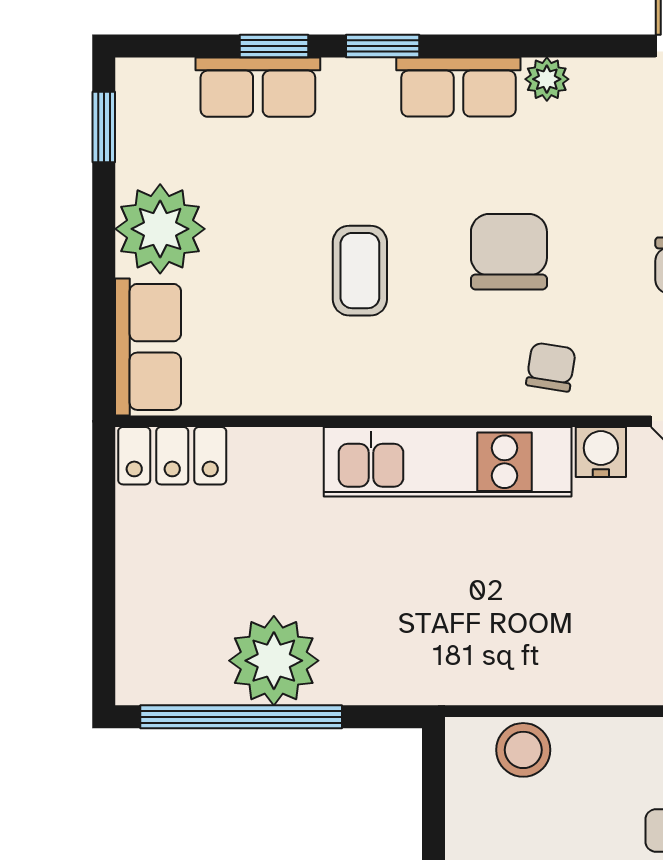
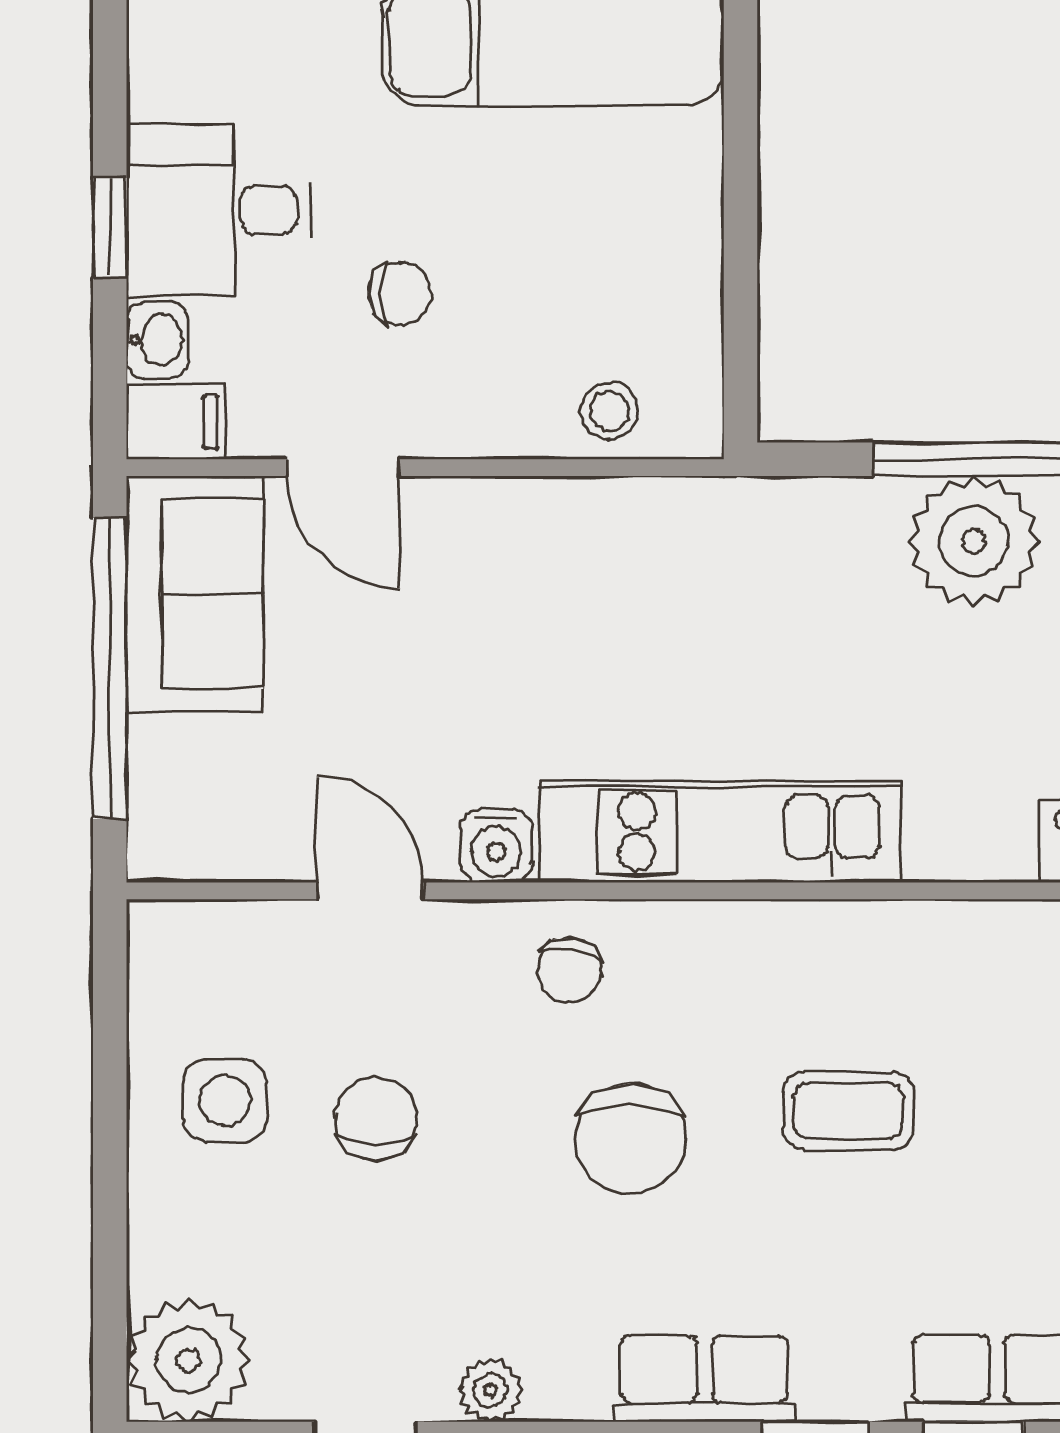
plant: (547, 79) -> (490, 1390), moved
coffee table: (360, 271) -> (848, 1111), turned 90
stool: (523, 750) -> (610, 411), width x0.73, depth x0.73

